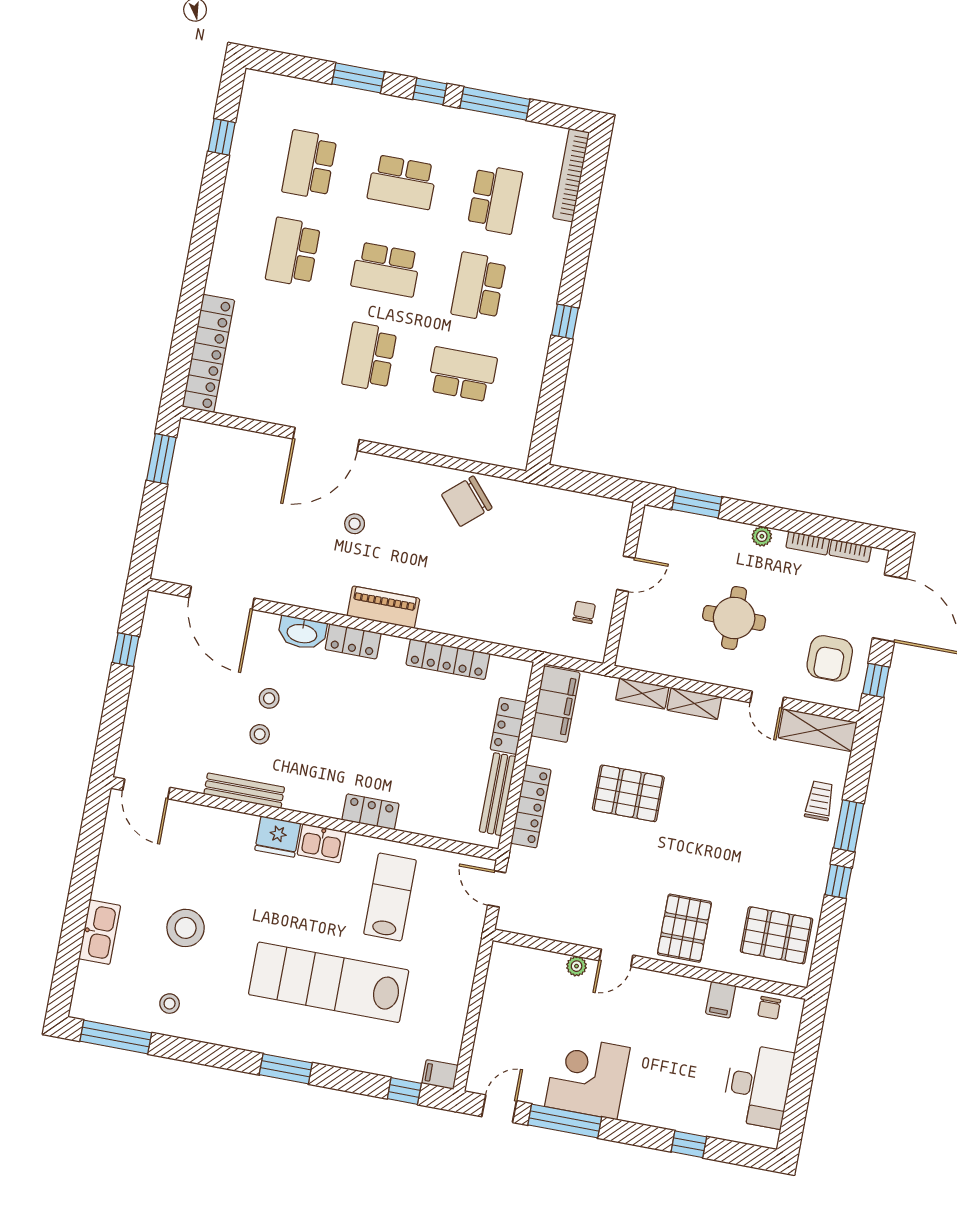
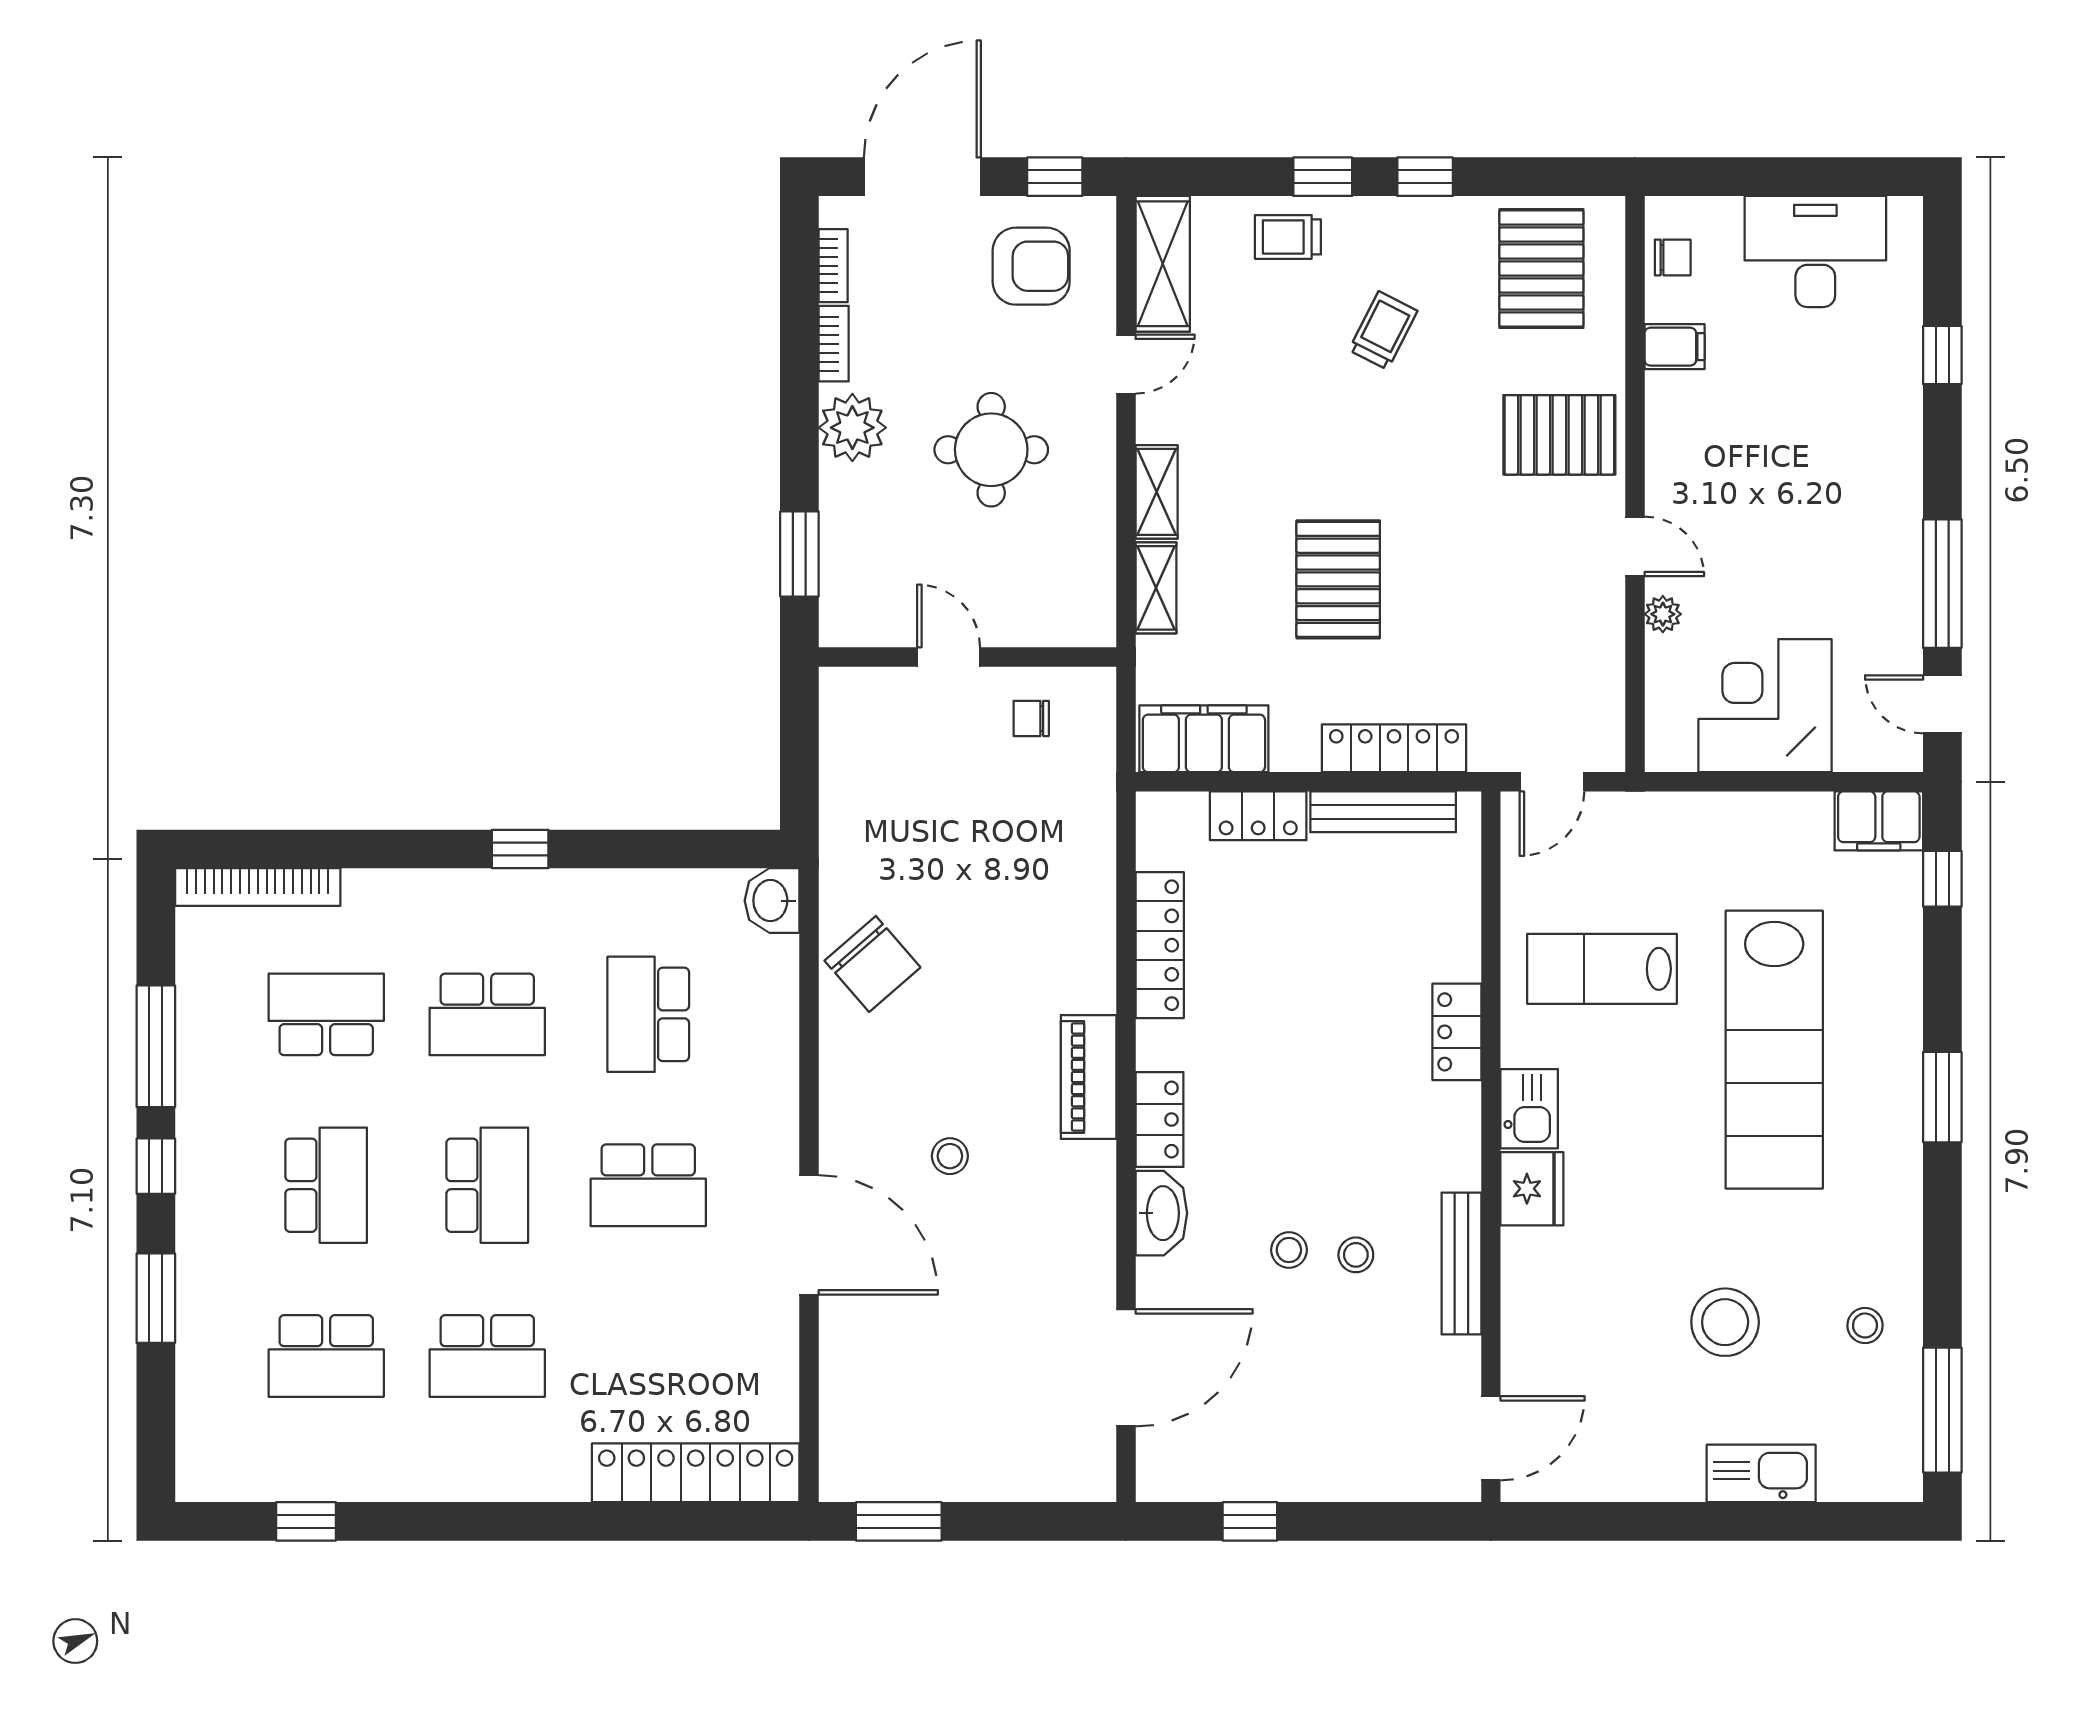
washbasin: (511, 453) -> (772, 901), added
plant: (762, 536) -> (852, 428), width x1.88, depth x1.88
window: (849, 826) -> (1323, 177), width x0.67
trolley: (759, 843) -> (1383, 330), added
filing cabinet: (440, 1074) -> (1879, 821), width x2.00
corner desk: (587, 1077) -> (1765, 706), moved, turned 90

